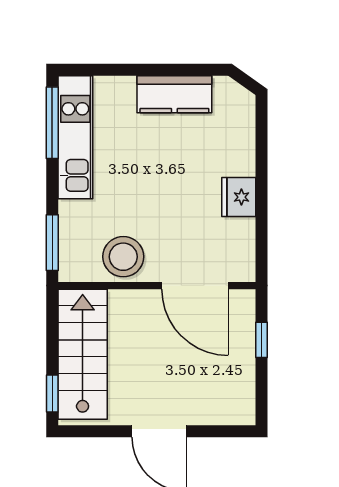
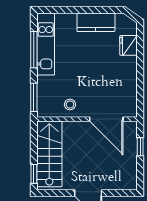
window: (52, 123) -> (34, 50), moved
fridge: (239, 197) -> (128, 45), moved
stool: (123, 257) -> (70, 105), width x0.53, depth x0.53

